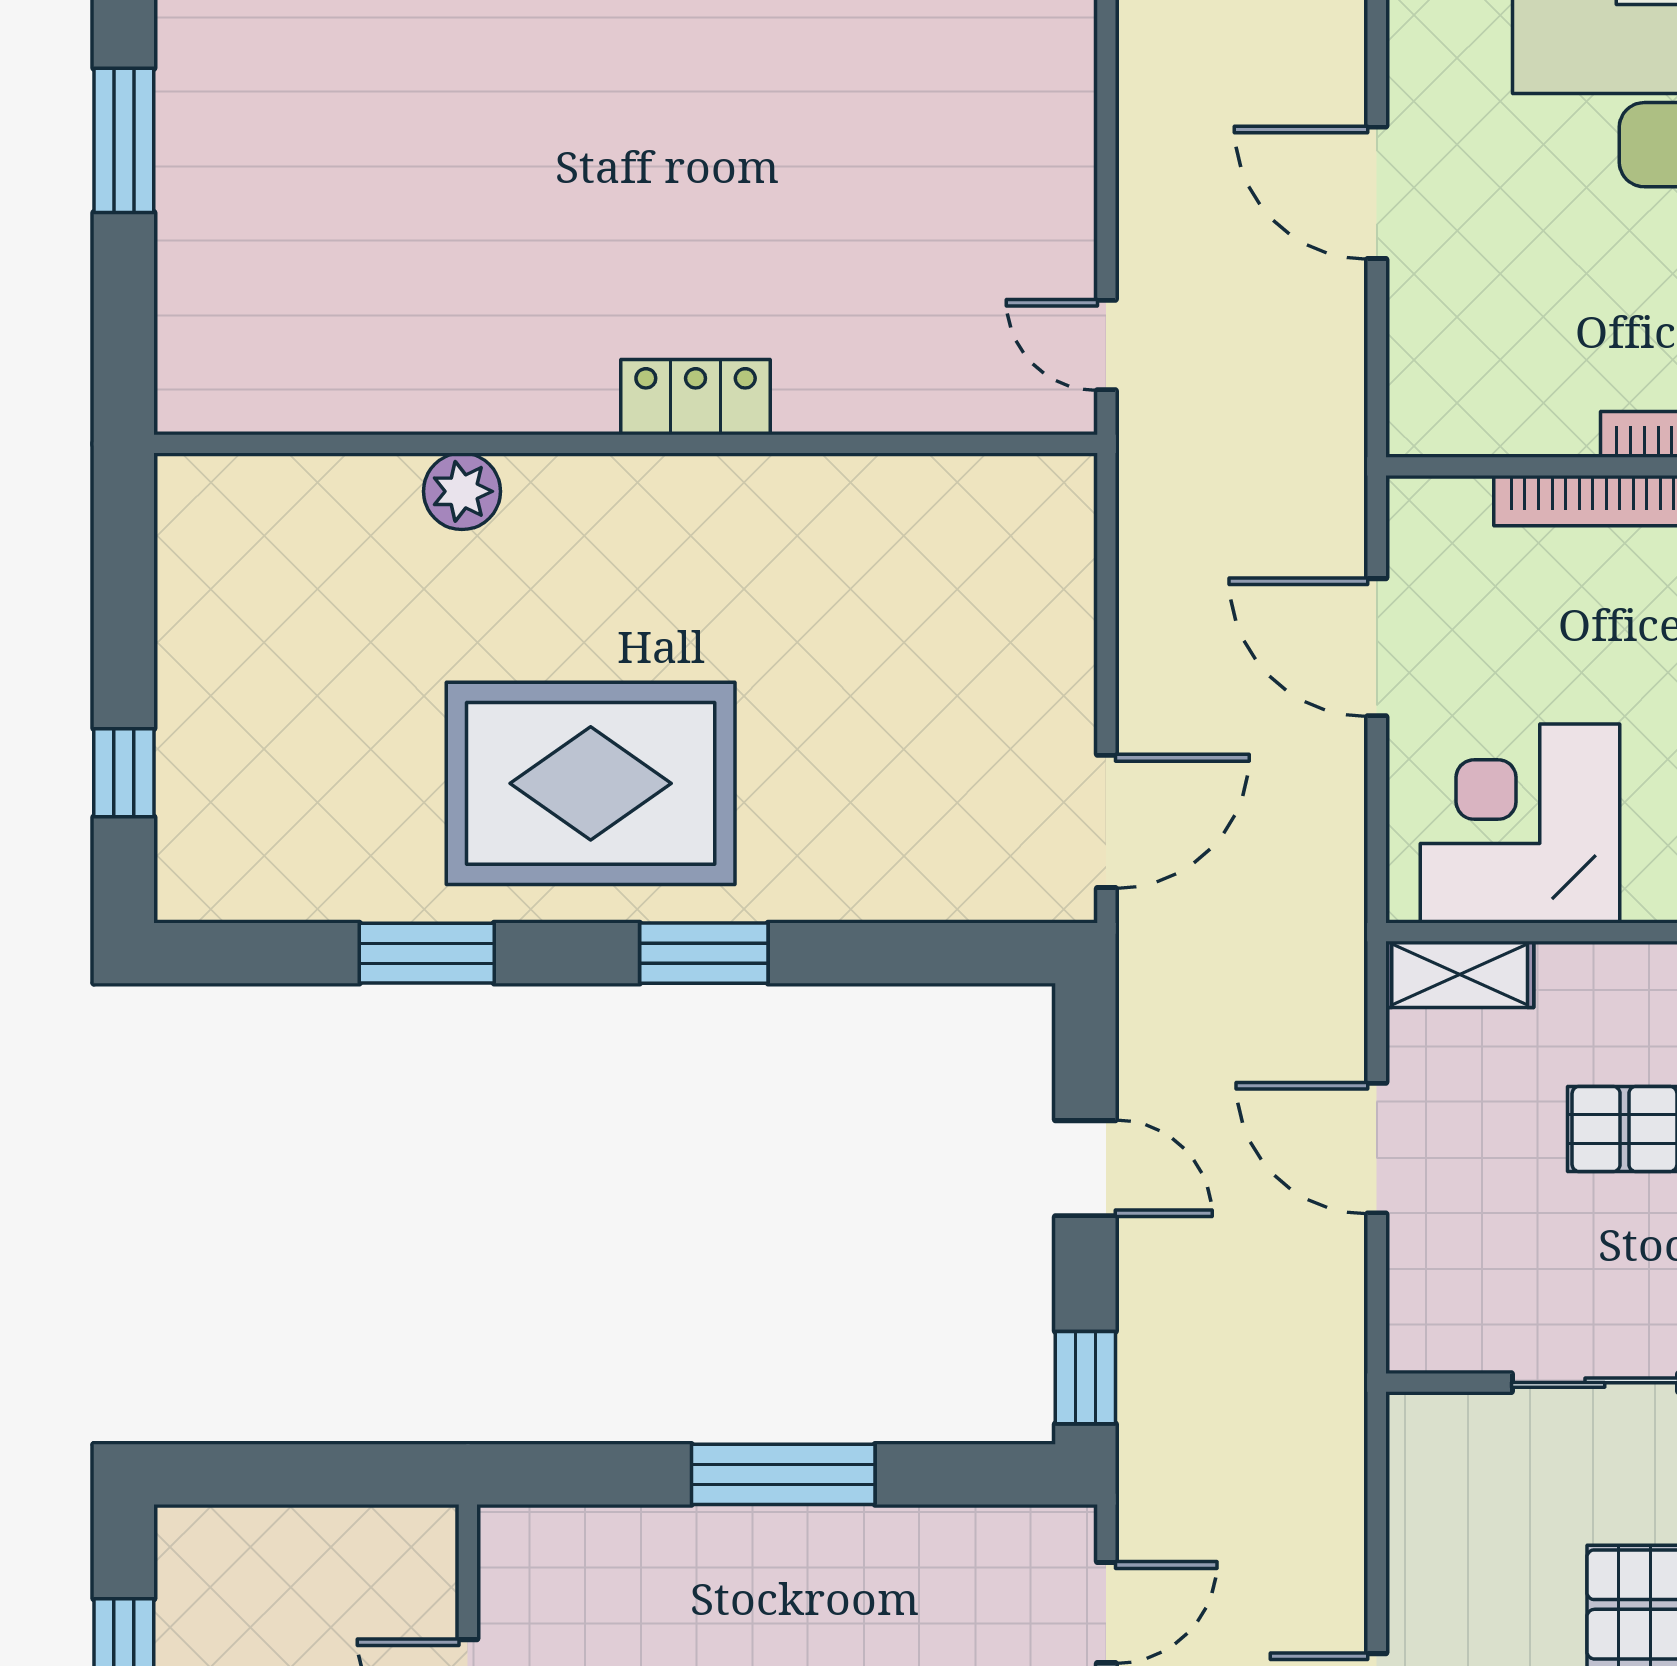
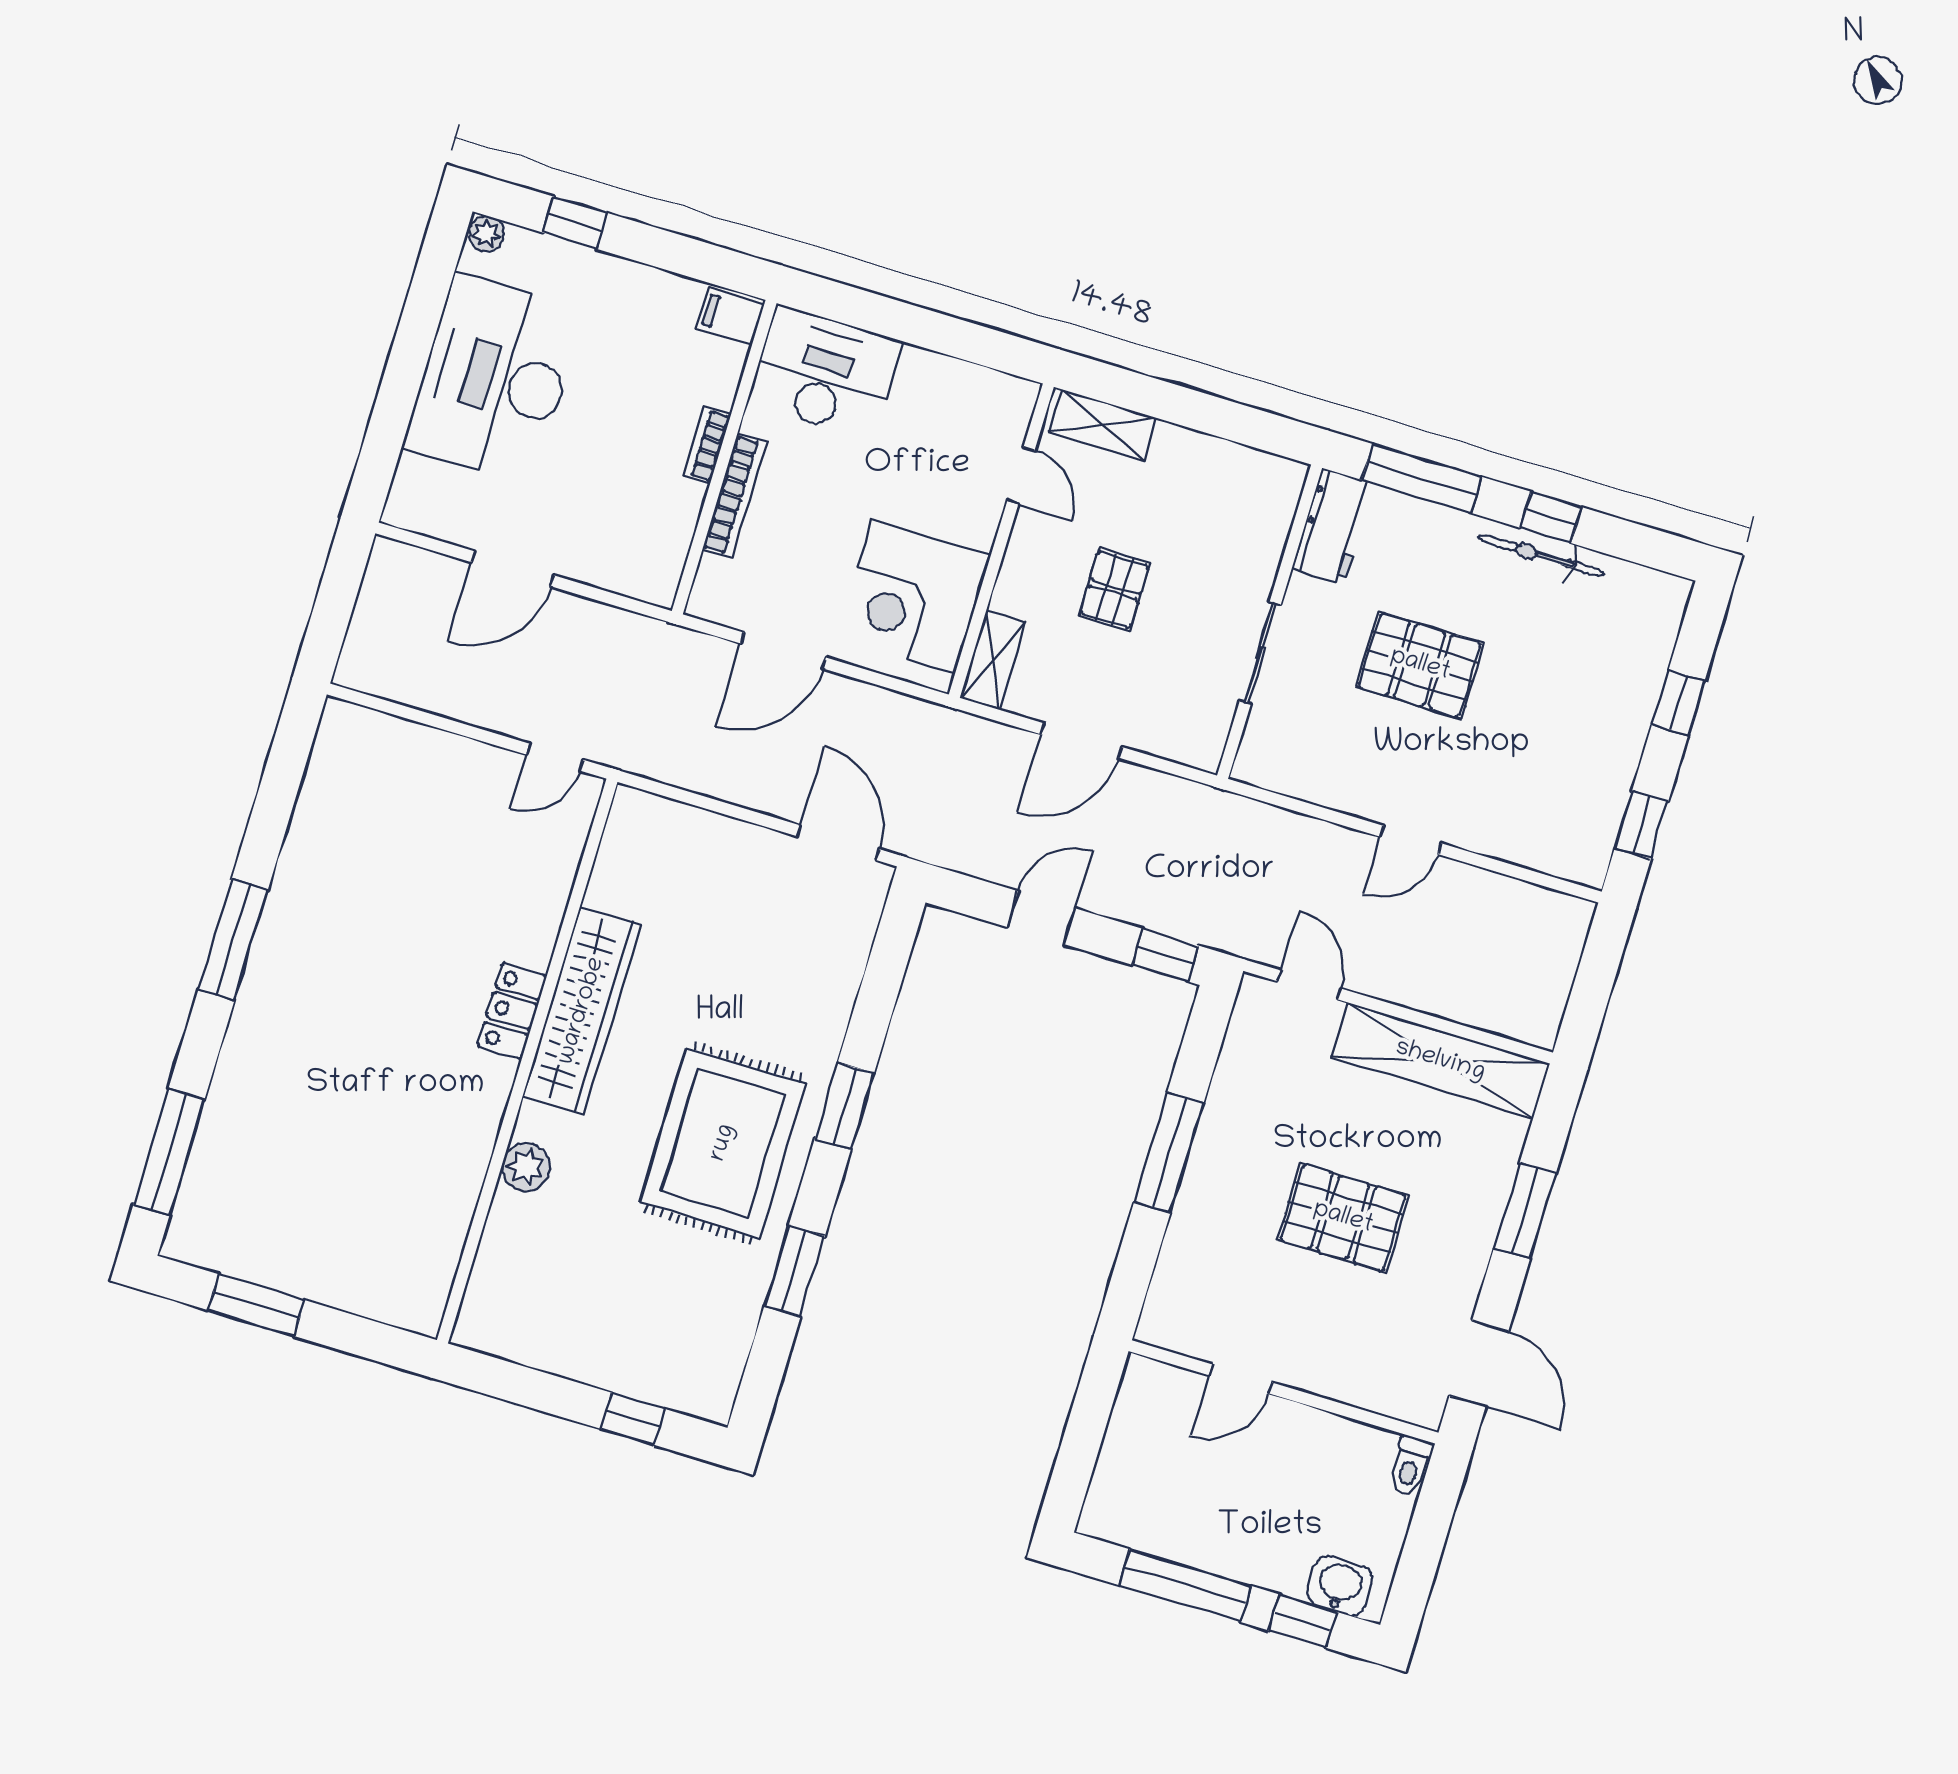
wardrobe: (728, 505) -> (582, 1011), added

